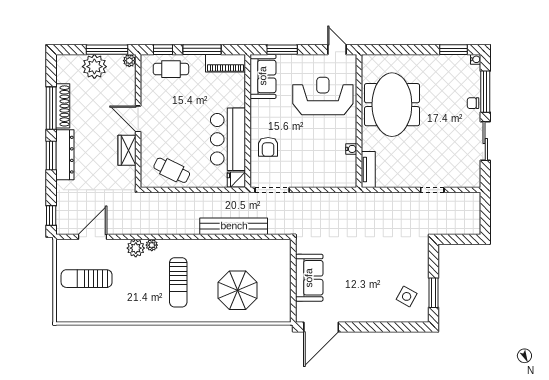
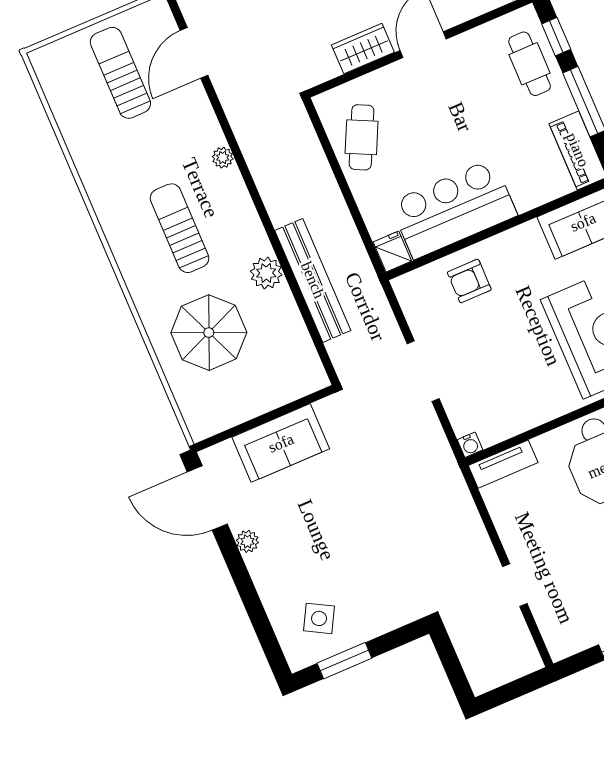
water cooler: (351, 149) -> (470, 445), moved
doorway: (272, 190) -> (423, 371), moved
door: (92, 237) -> (194, 53), swing flipped
plant: (136, 248) -> (266, 273), moved
sun lounger: (178, 282) -> (180, 228), turned 90
plant: (352, 316) -> (247, 541), added

